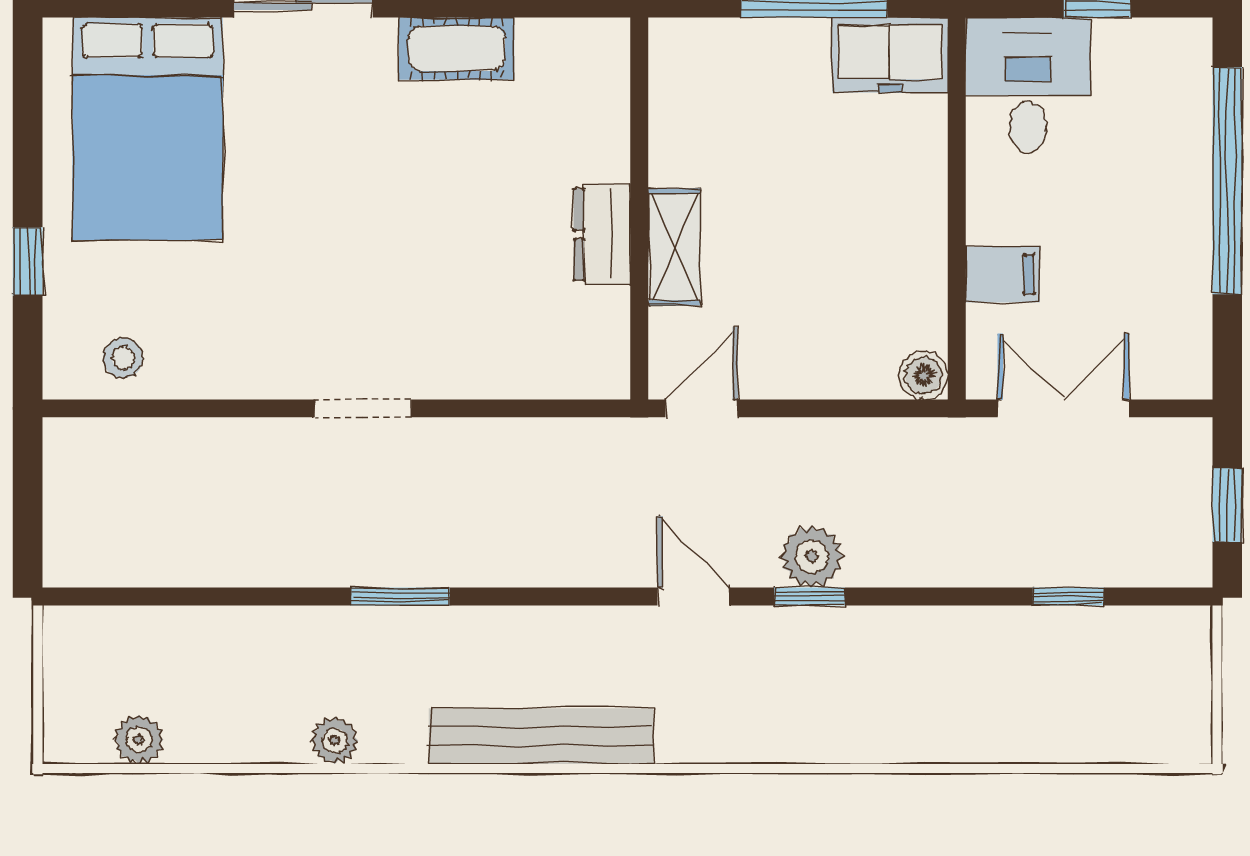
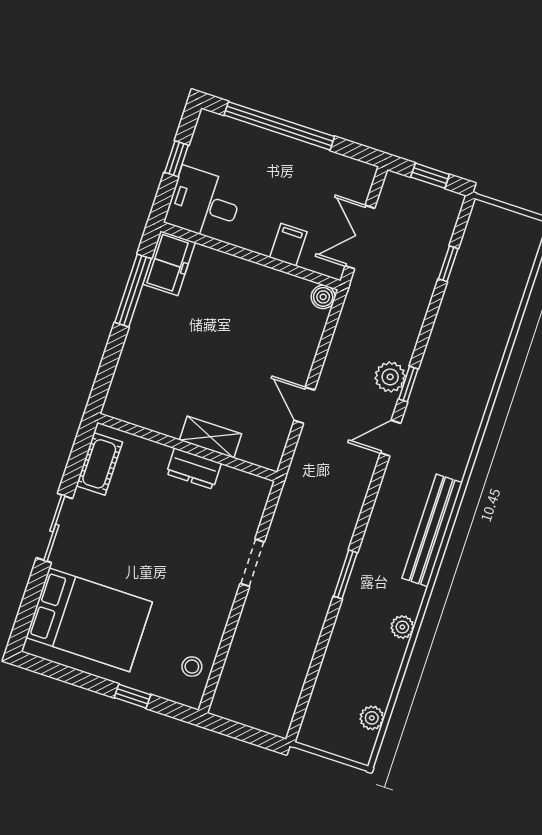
wall: (639, 208) -> (187, 447), moved
dresser: (602, 235) -> (194, 469), moved
shelving: (674, 247) -> (210, 437), moved

